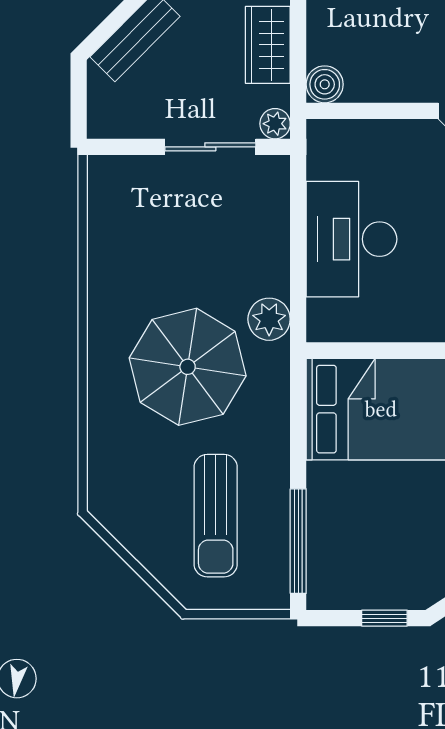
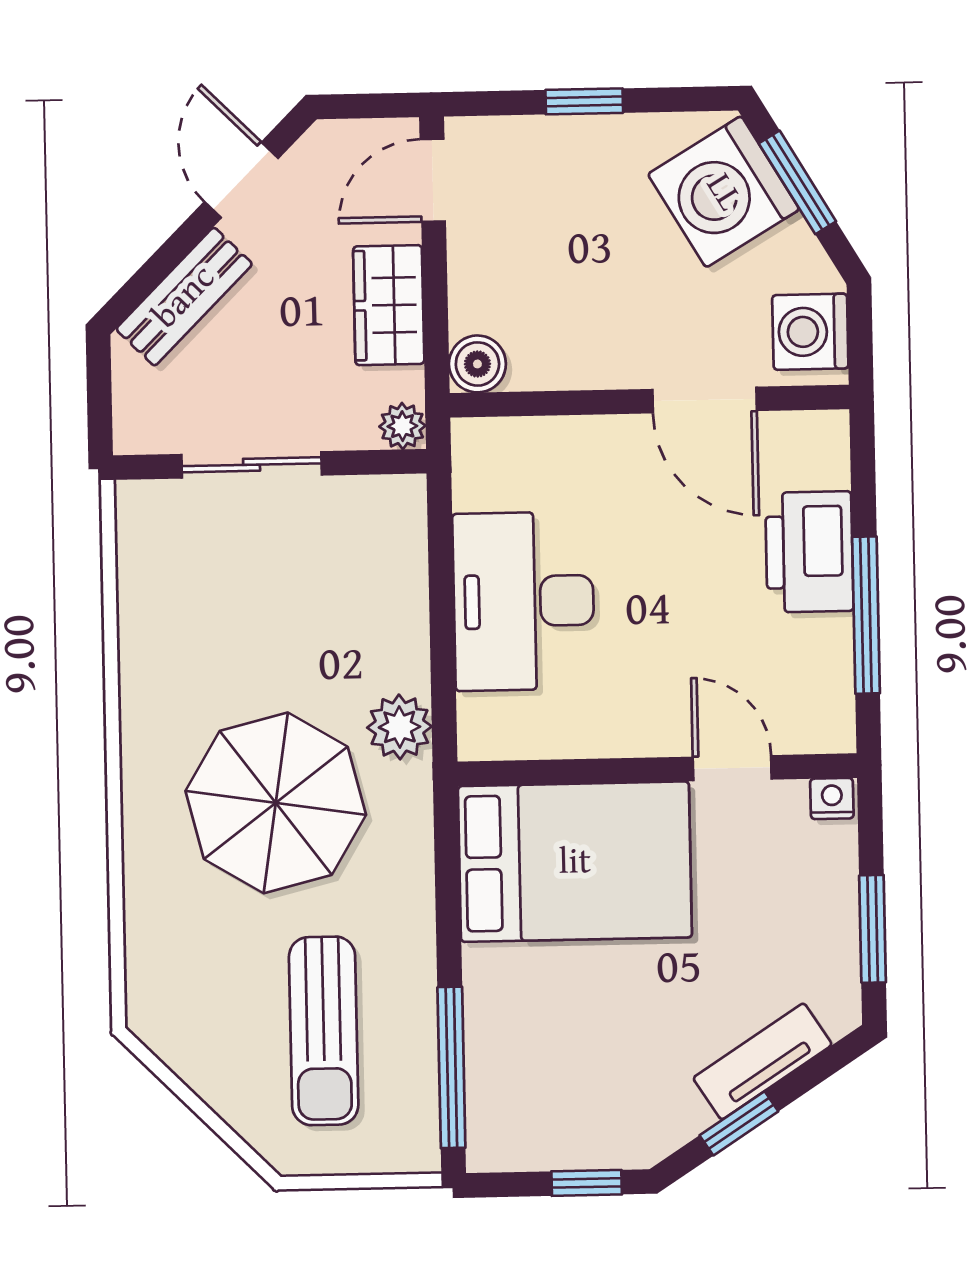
sliding door: (210, 147) -> (252, 465), moved

